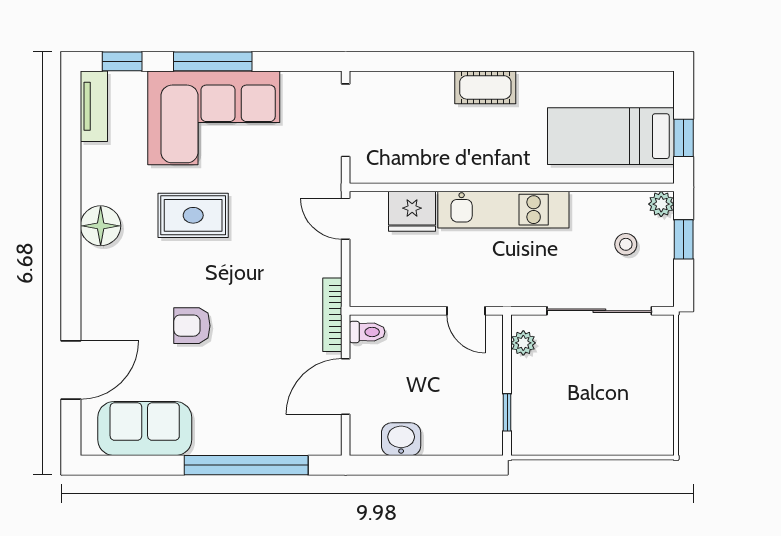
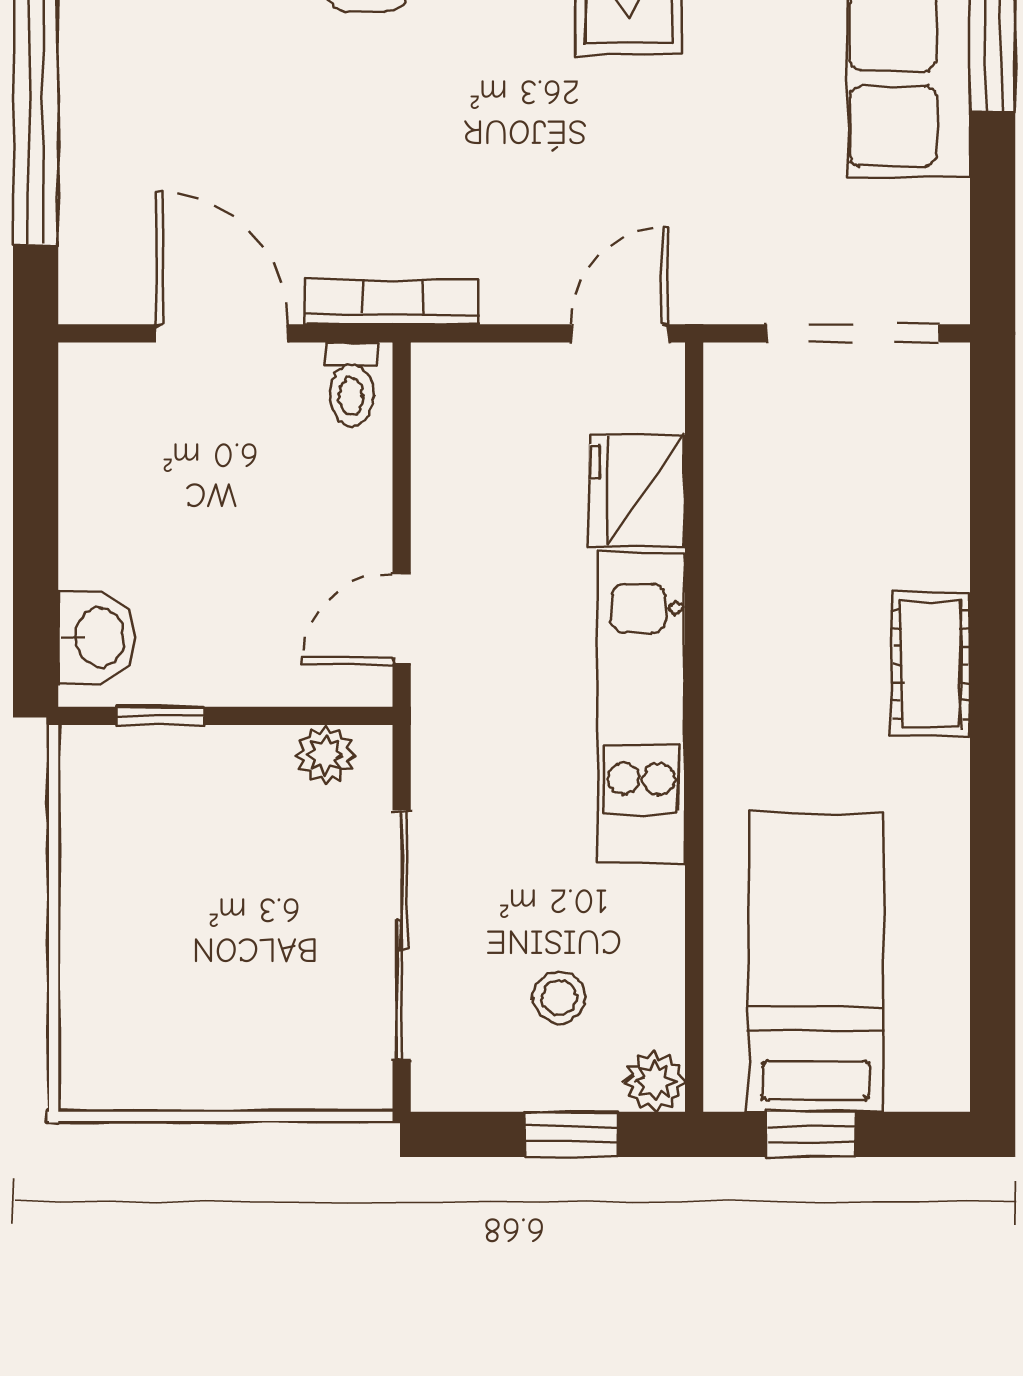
washbasin: (401, 439) -> (97, 637), moved

